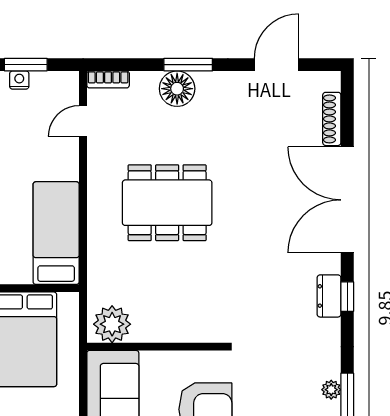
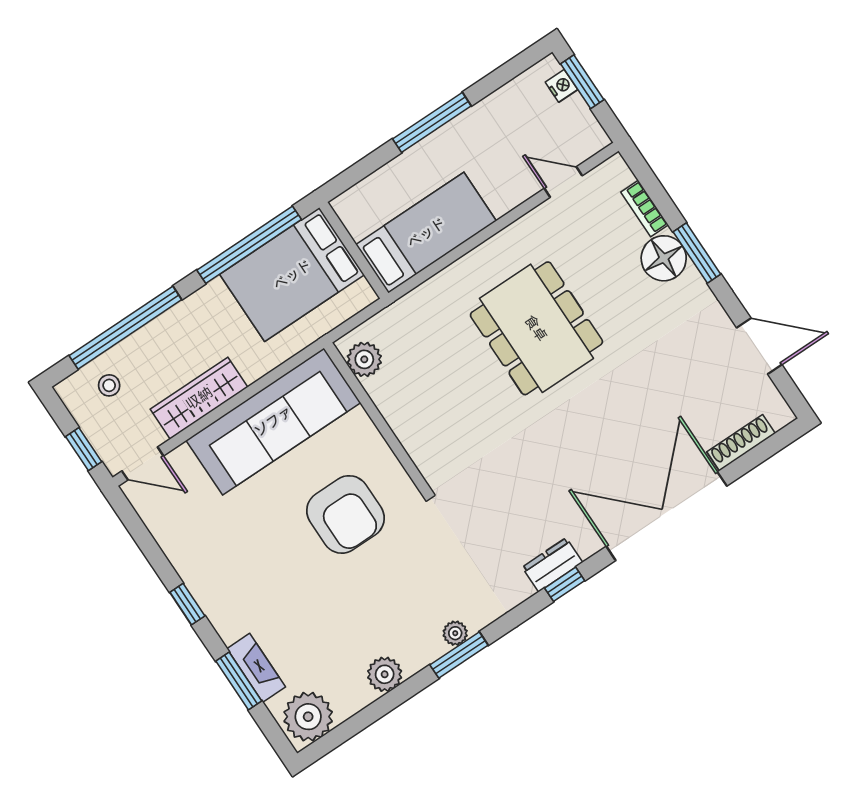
bookcase: (108, 79) -> (644, 209), moved
plant: (112, 324) -> (364, 359), width x0.73, depth x0.73

